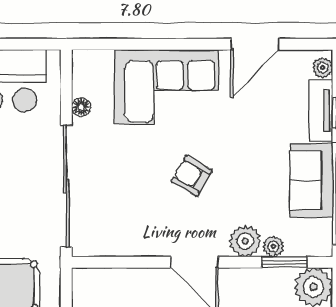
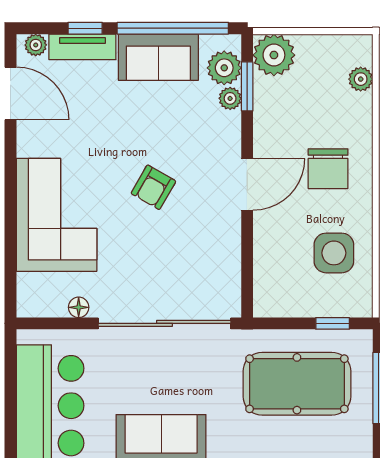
door: (255, 44) -> (10, 93), moved
plant: (245, 241) -> (224, 68), moved

